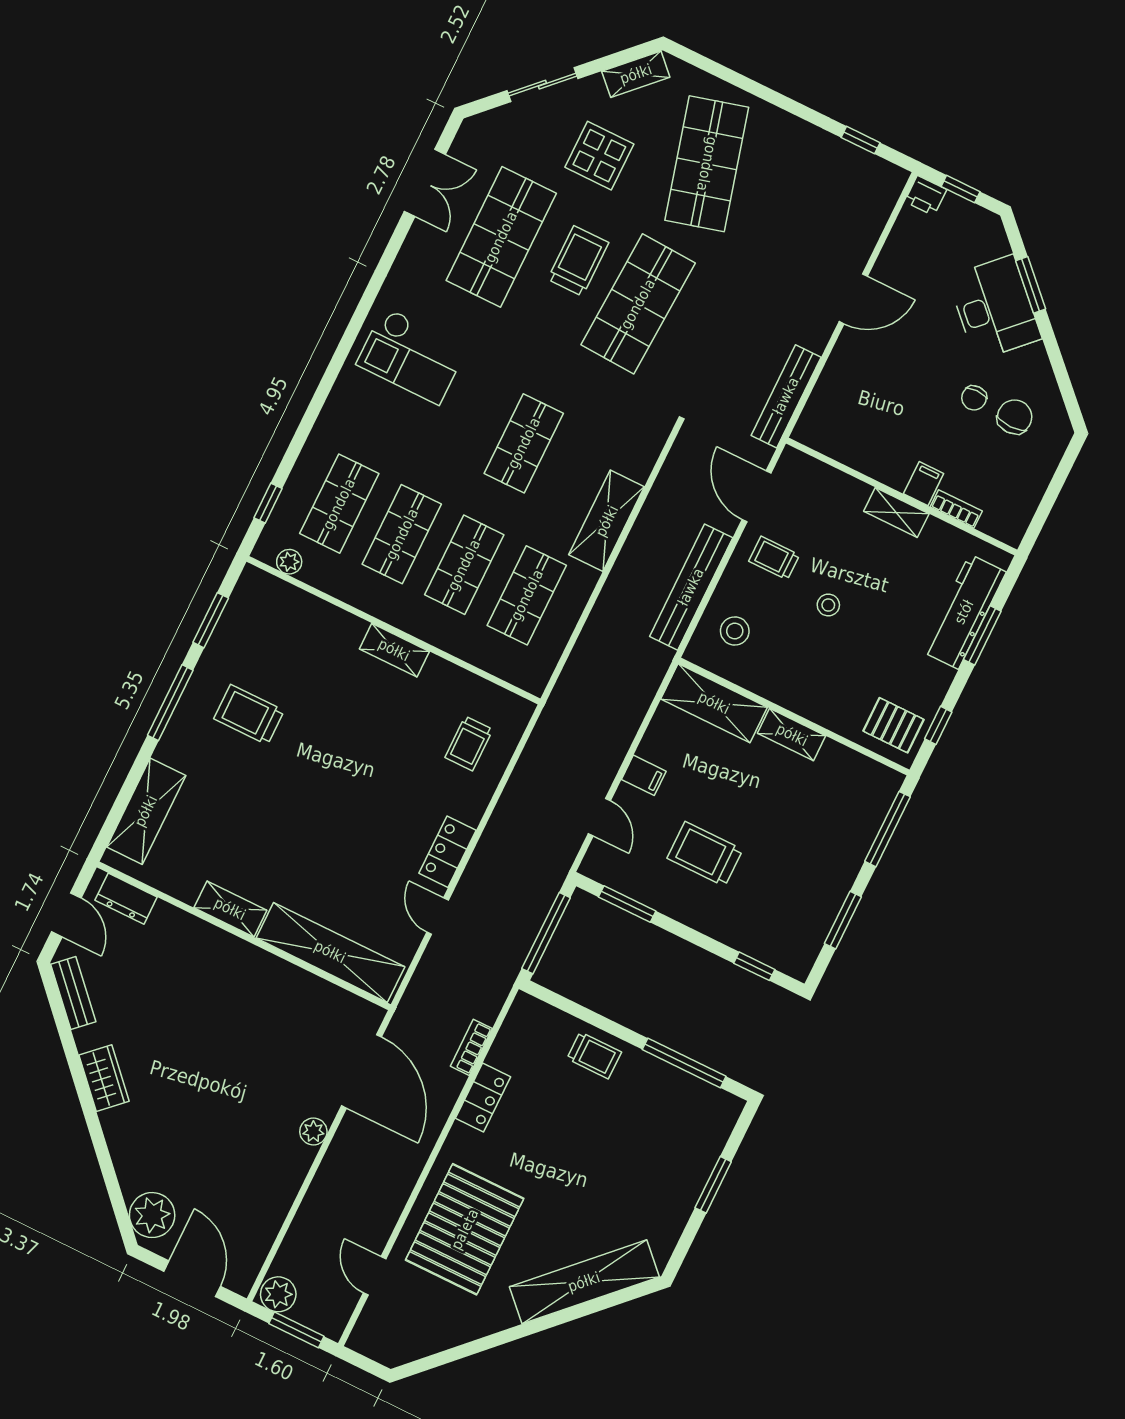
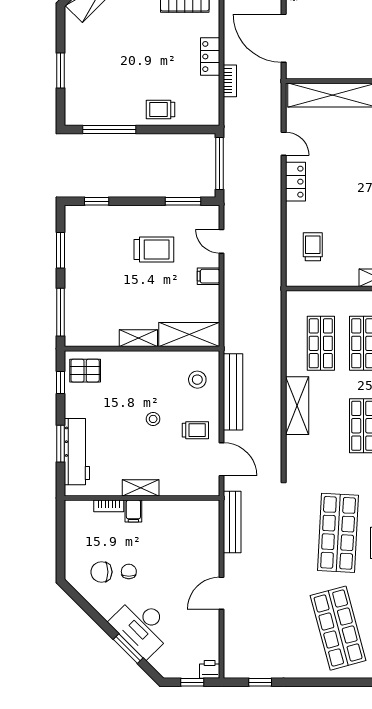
chair: (1015, 417) -> (101, 572), turned 90

